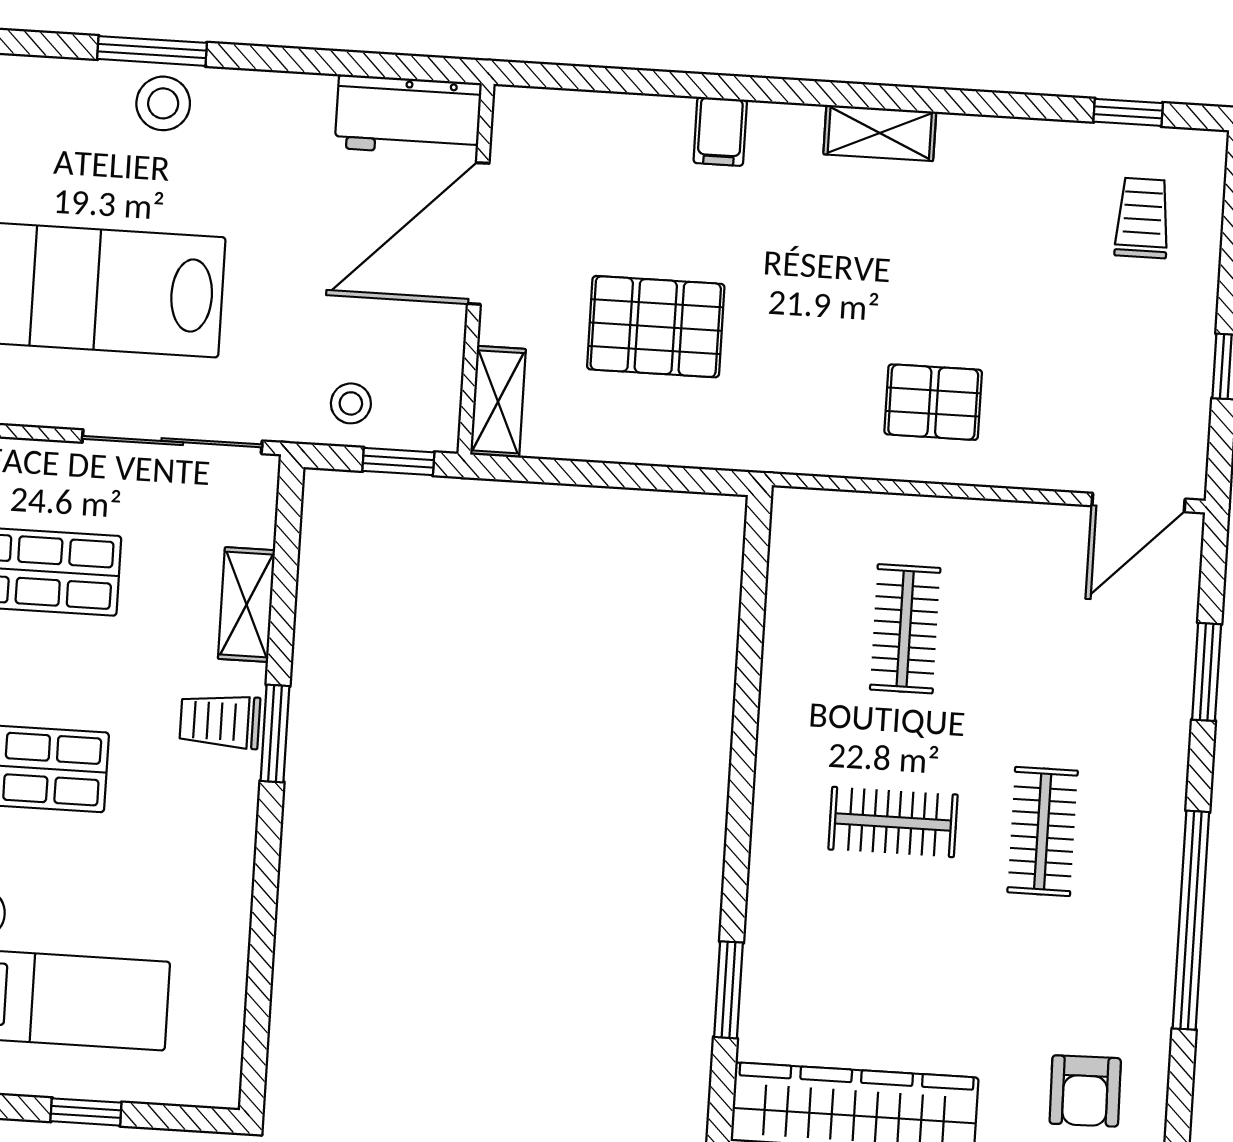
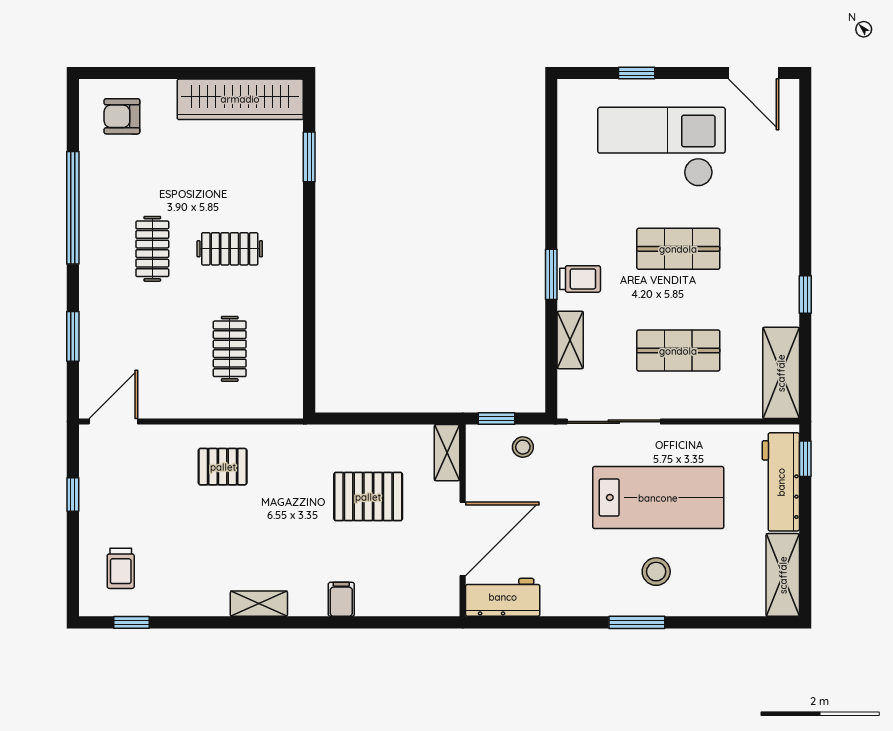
stool: (163, 103) -> (656, 572), moved
armchair: (1085, 1091) -> (122, 116), turned -89

